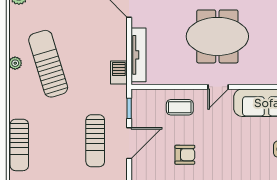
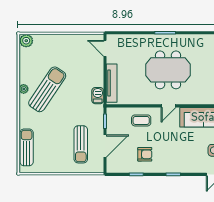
sun lounger: (48, 64) -> (47, 89), turned 51
sun lounger: (19, 145) -> (27, 147), turned 180

